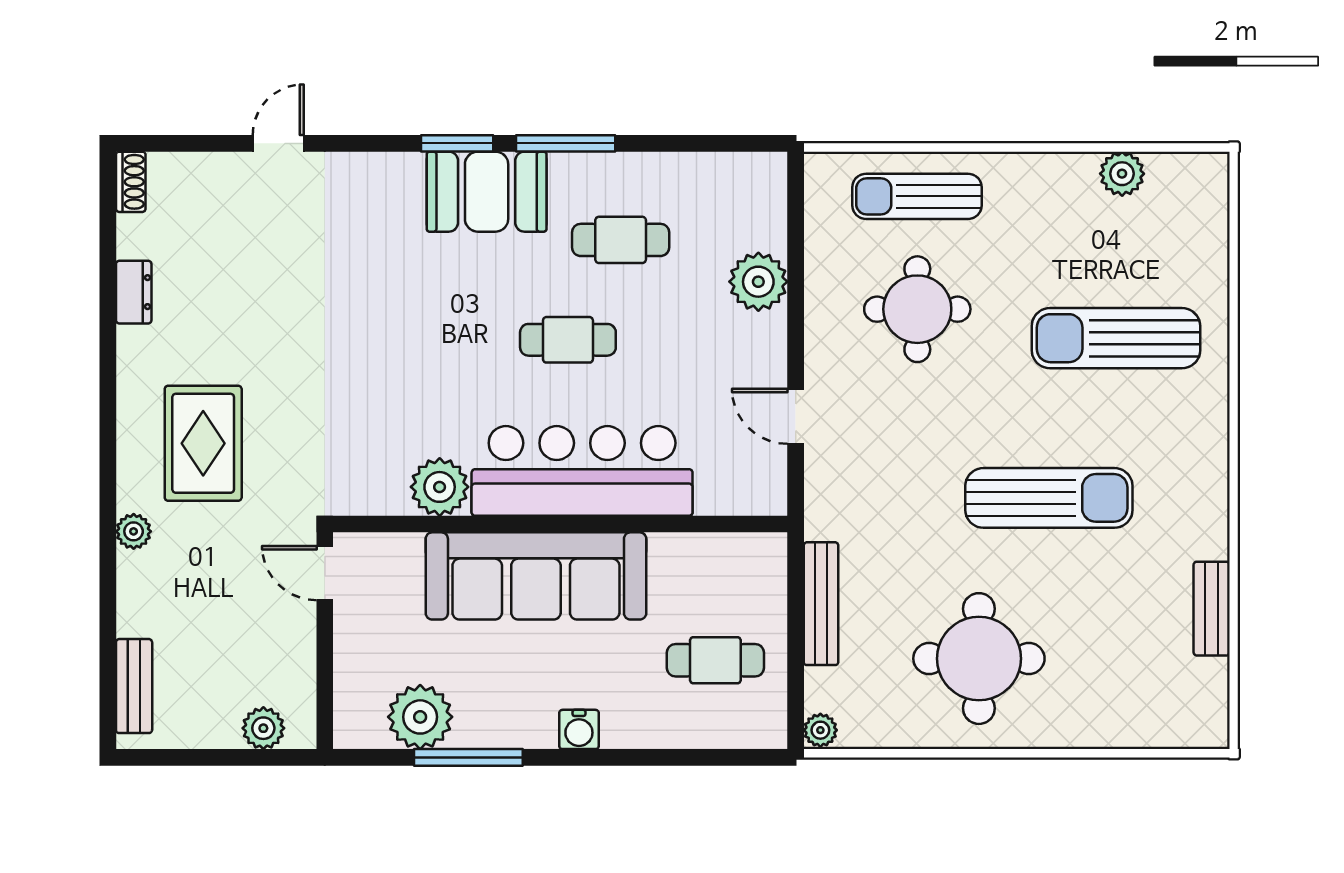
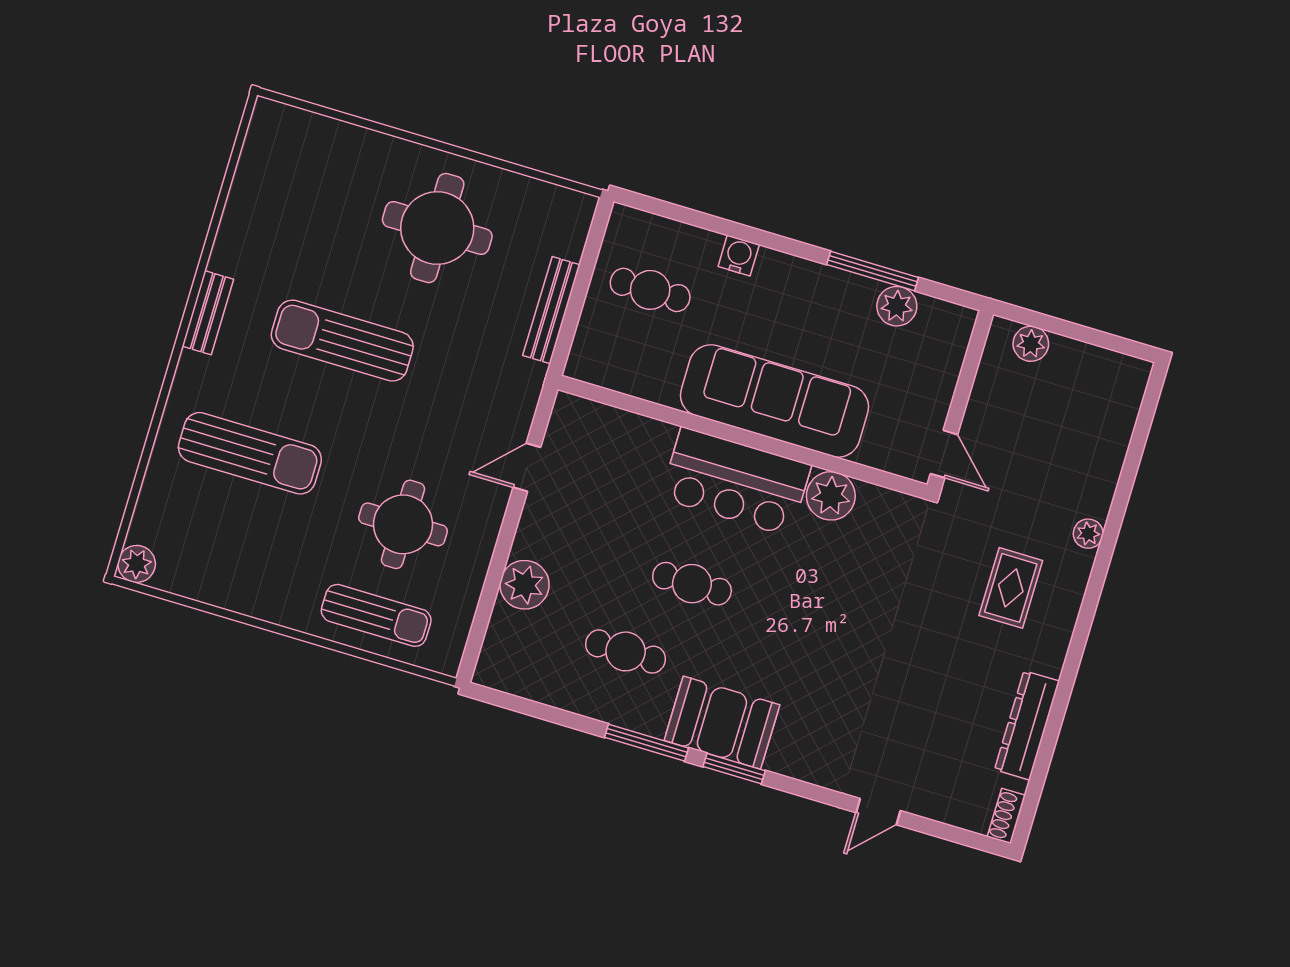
plant: (1122, 174) -> (137, 564), moved
dresser: (134, 292) -> (1027, 725), width x1.96, depth x1.24
door: (796, 416) -> (527, 467), swing flipped
rug: (203, 443) -> (1011, 588), width x0.73, depth x0.70
bar counter: (582, 471) -> (736, 482), width x0.73
bench: (1212, 609) -> (208, 313), moved
bench: (134, 686) -> (1125, 409), removed
plant: (420, 717) -> (897, 306), width x0.73, depth x0.73
water cooler: (579, 729) -> (739, 256), moved
plant: (820, 730) -> (582, 208), removed

